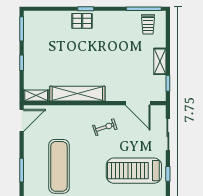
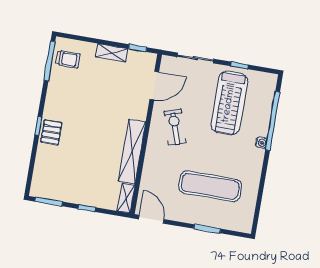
exercise bike: (105, 127) -> (175, 127), width x1.38, depth x1.39

